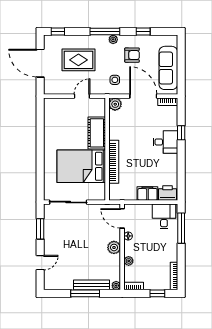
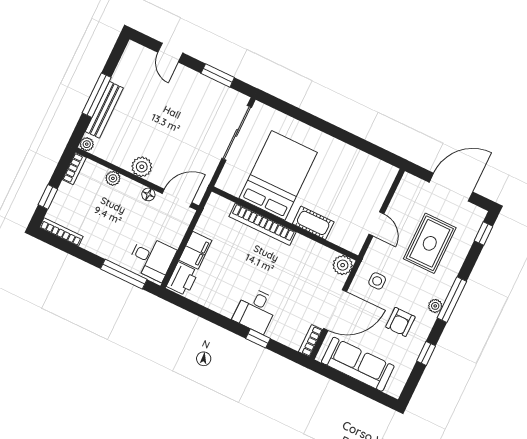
cot: (97, 133) -> (313, 223), width x0.73, depth x0.75

